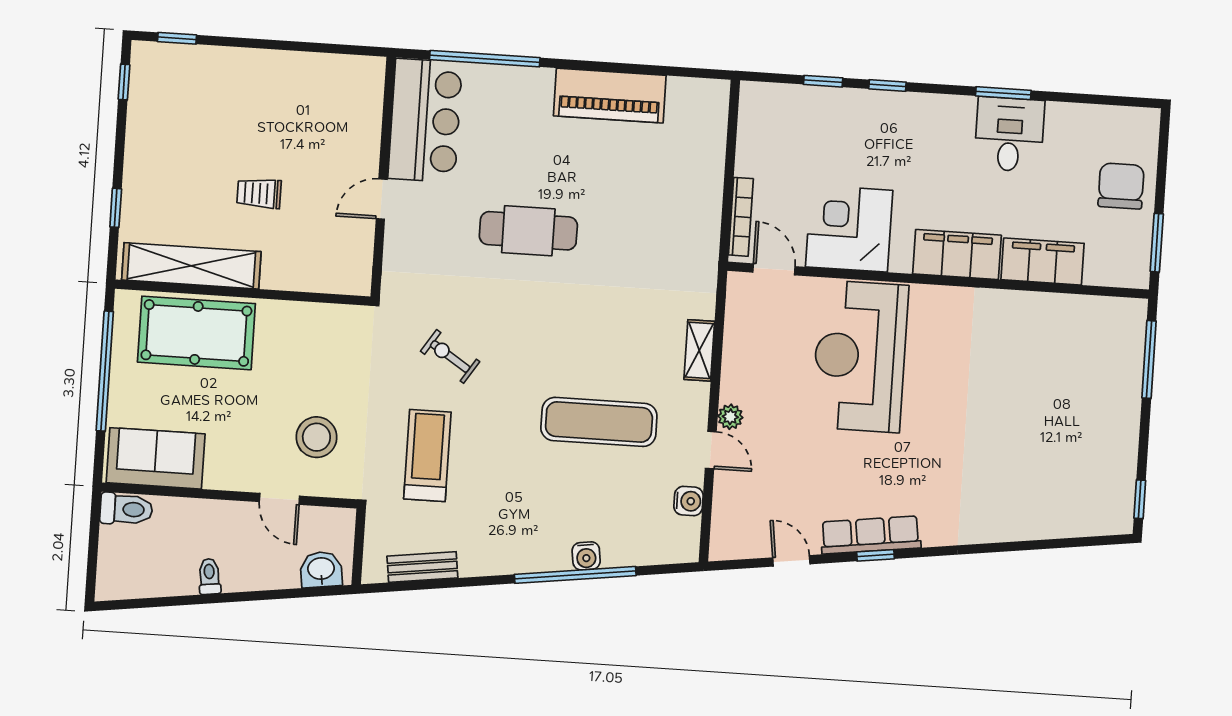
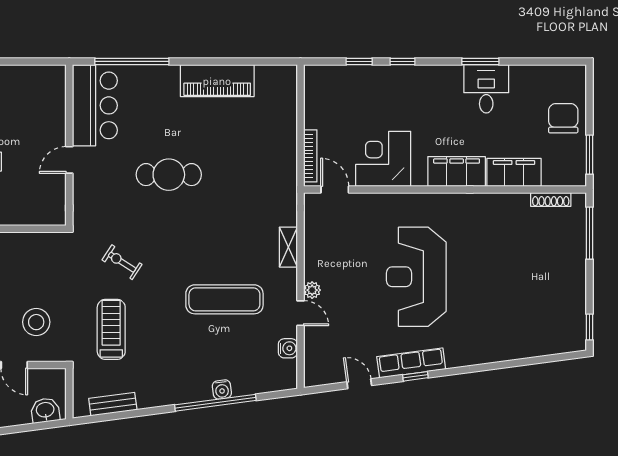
shoe rack: (1095, 305) -> (551, 199), added
reception desk: (860, 356) -> (416, 277), moved

